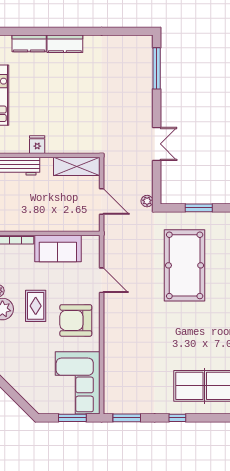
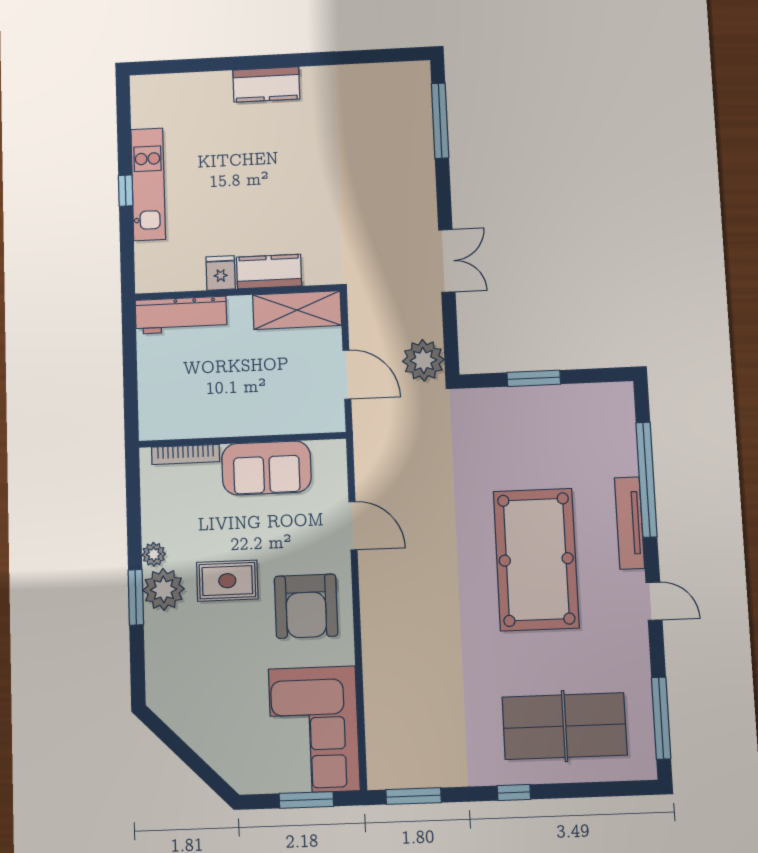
kitchen counter: (29, 43) -> (269, 272), moved, turned 180
plant: (147, 201) -> (423, 360), width x1.88, depth x1.88
pool table: (185, 265) -> (536, 559), moved
rug: (36, 306) -> (227, 581), turned 90
armchair: (76, 320) -> (306, 606), turned -90

